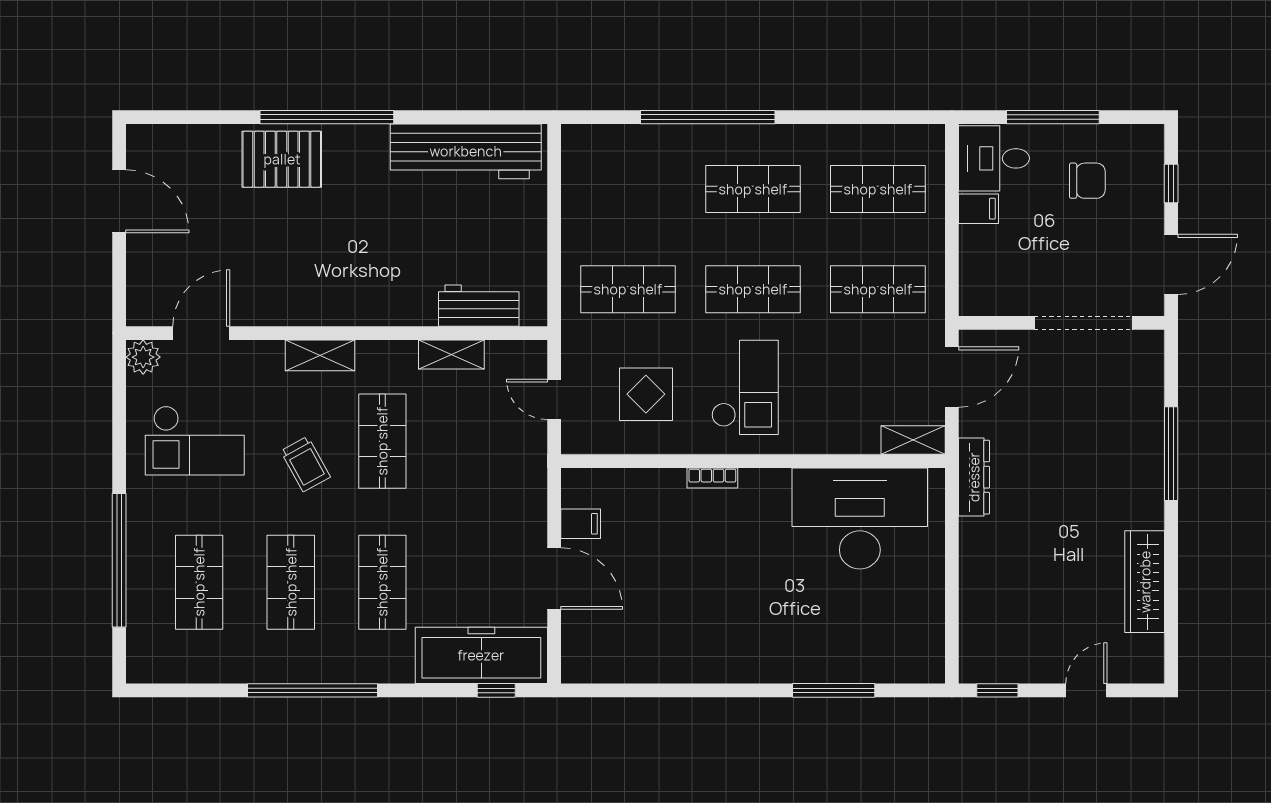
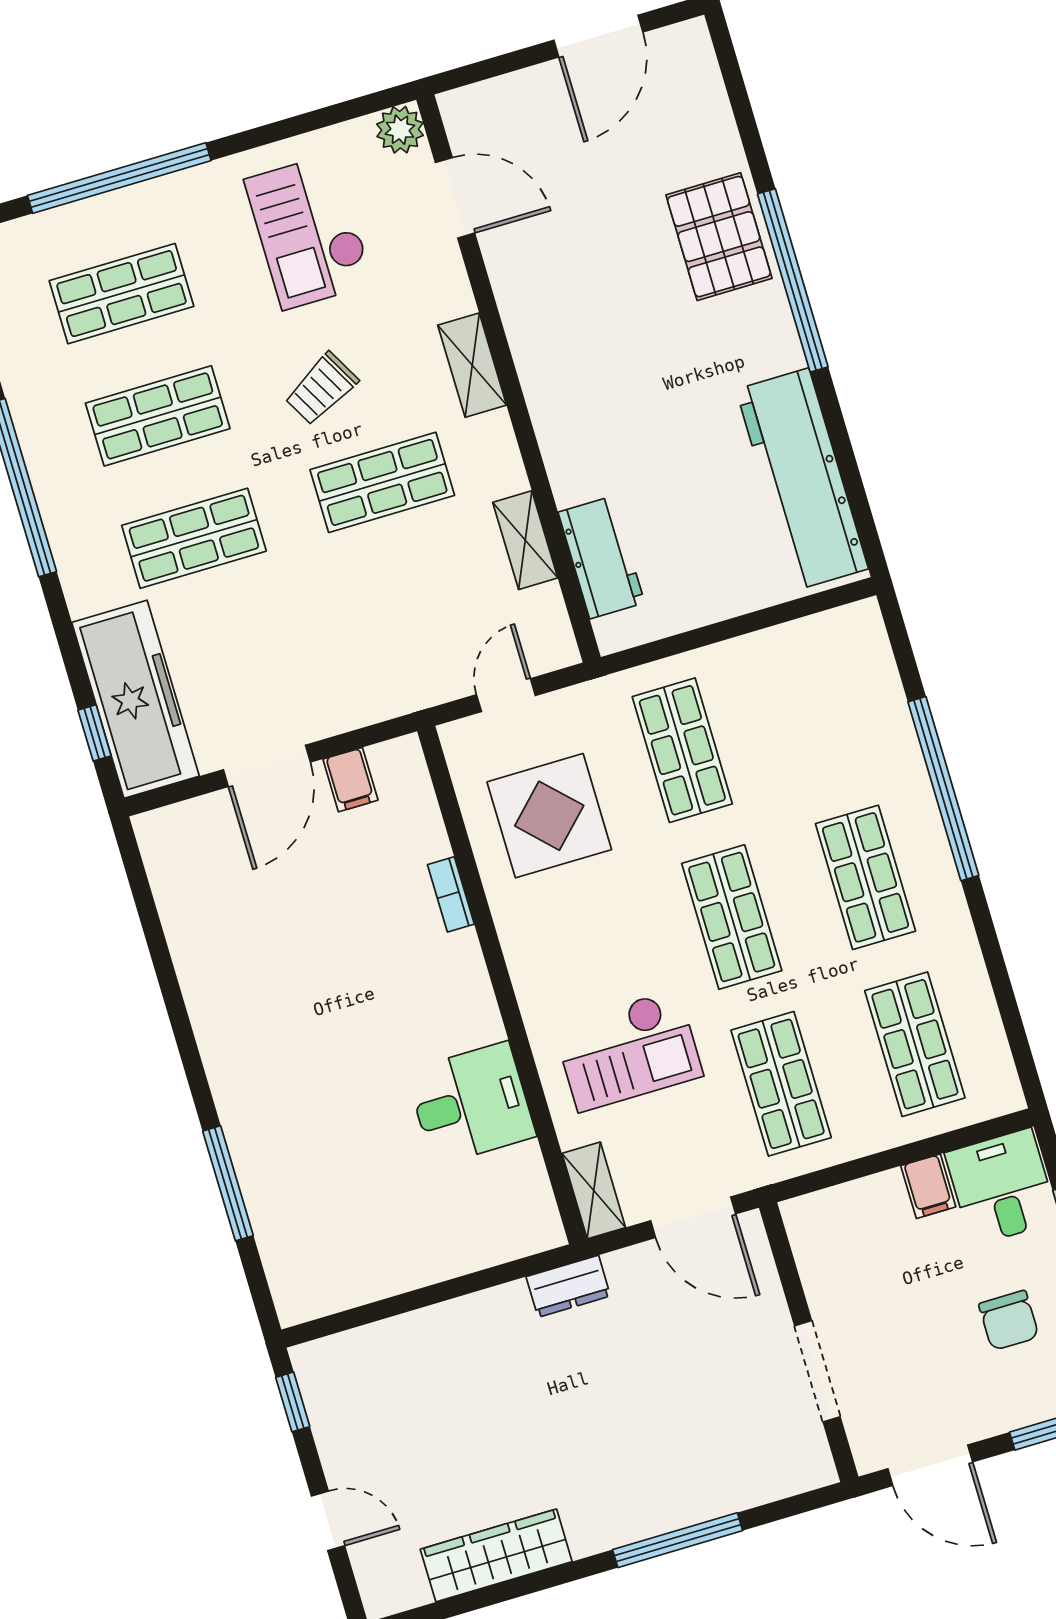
doorway: (1083, 323) -> (817, 1371), width x0.73
checkout: (745, 387) -> (628, 1050), moved
display table: (646, 394) -> (549, 816), width x1.36, depth x1.36
dresser: (974, 477) -> (568, 1286), width x0.70
bookcase: (712, 478) -> (451, 894), moved
desk: (860, 519) -> (471, 1104), width x0.53, depth x0.77

